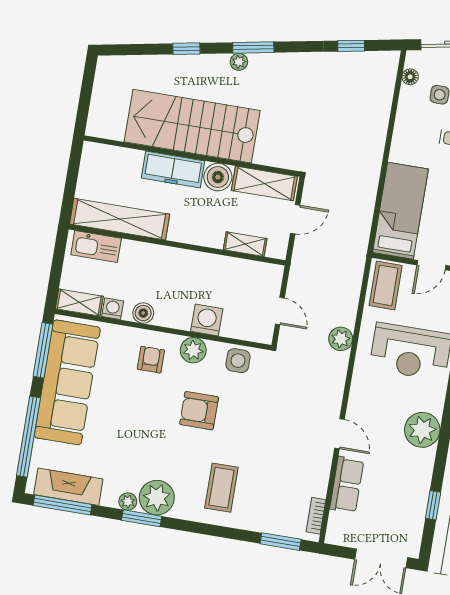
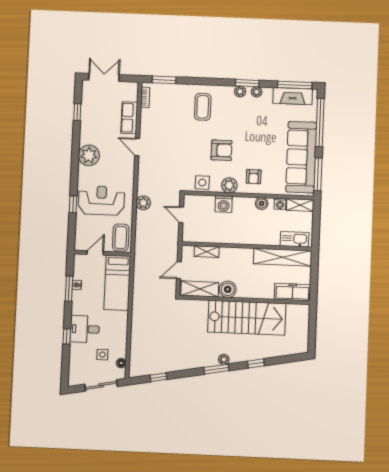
freezer: (173, 170) -> (292, 292), moved
plant: (157, 498) -> (240, 92), width x0.53, depth x0.53

